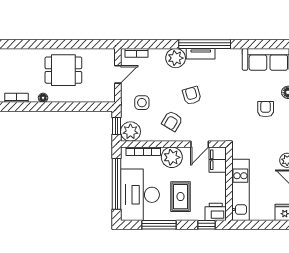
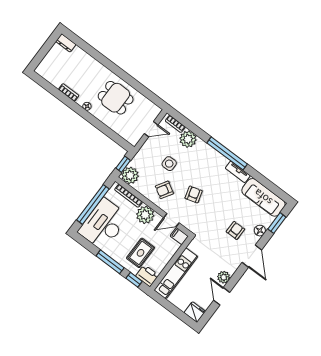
tv unit: (201, 54) -> (238, 172), moved
plant: (176, 58) -> (188, 139), moved
armchair: (192, 96) -> (194, 194), moved
side table: (142, 103) -> (169, 164), moved
filing cabinet: (218, 160) -> (179, 236), width x0.50
rug: (181, 197) -> (141, 253), moved
window: (159, 225) -> (110, 262), moved

